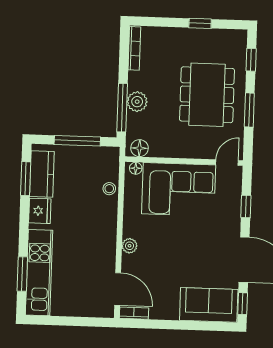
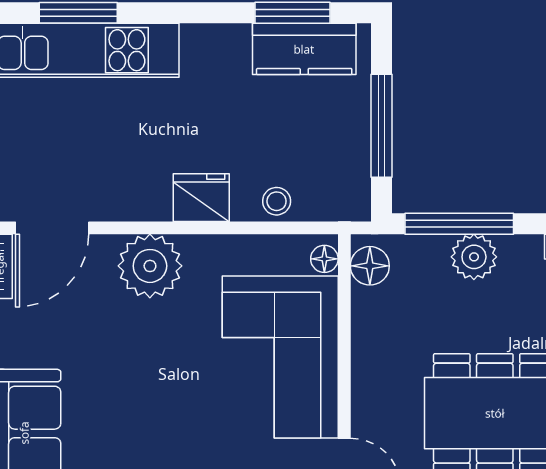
fridge: (40, 211) -> (201, 198), moved, turned 180
plant: (130, 246) -> (150, 266), width x1.88, depth x1.88

